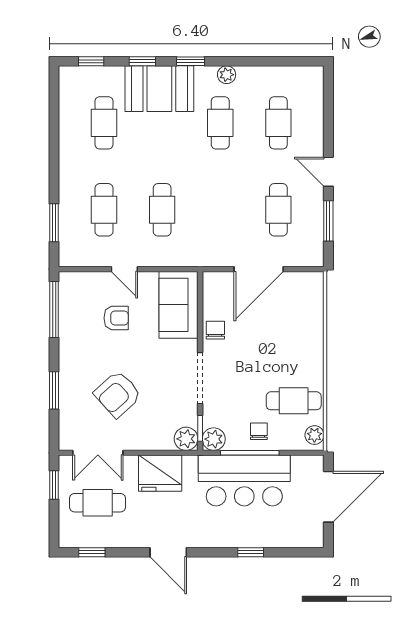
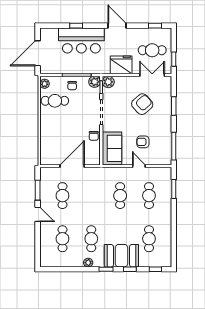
bar counter: (244, 481) -> (81, 40), moved, turned 180

